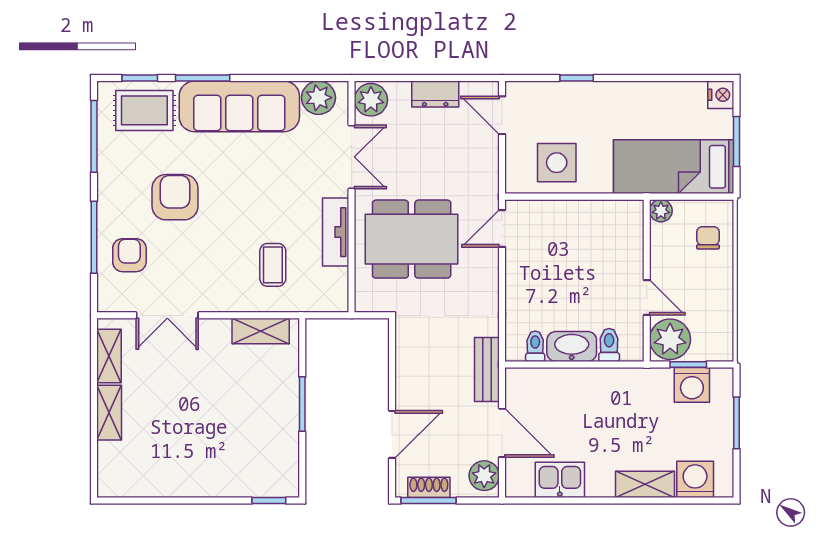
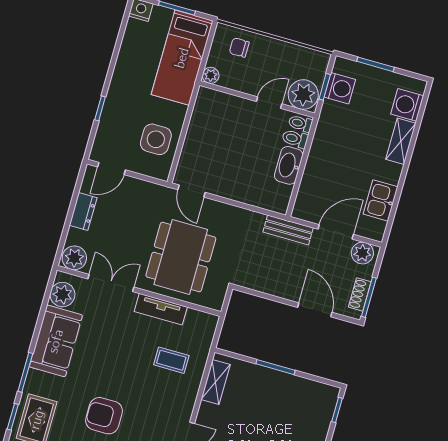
sofa: (239, 106) -> (56, 341), width x0.73
toilet: (535, 346) -> (300, 123), moved

